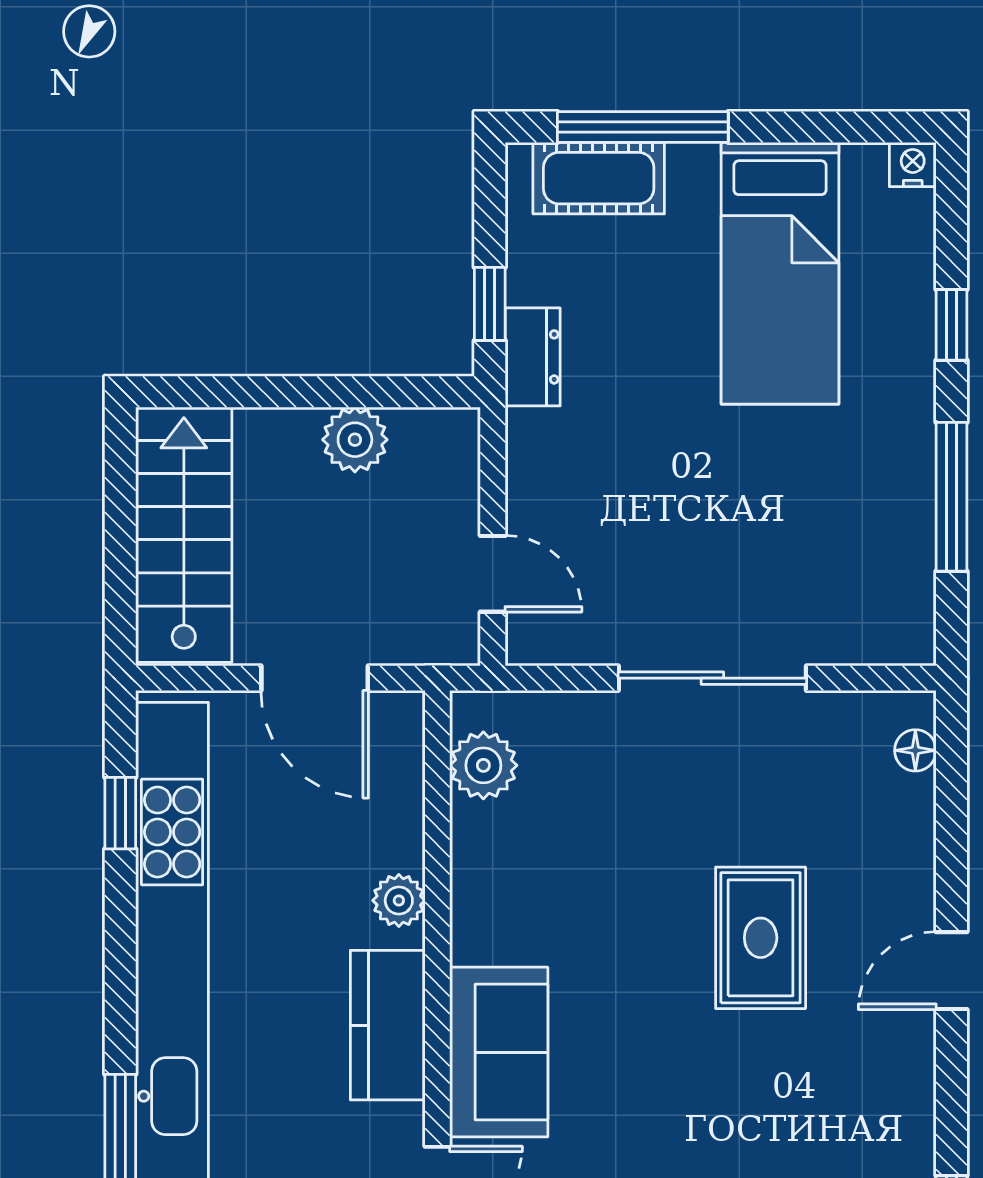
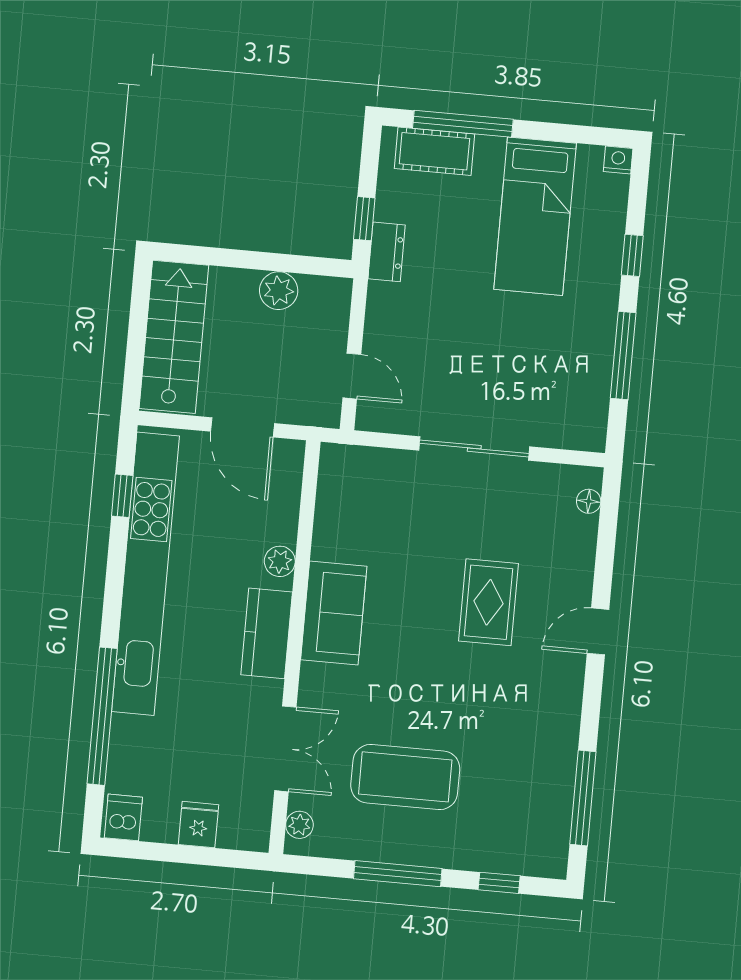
plant: (483, 765) -> (336, 487), removed
sofa: (499, 1052) -> (334, 613), moved

